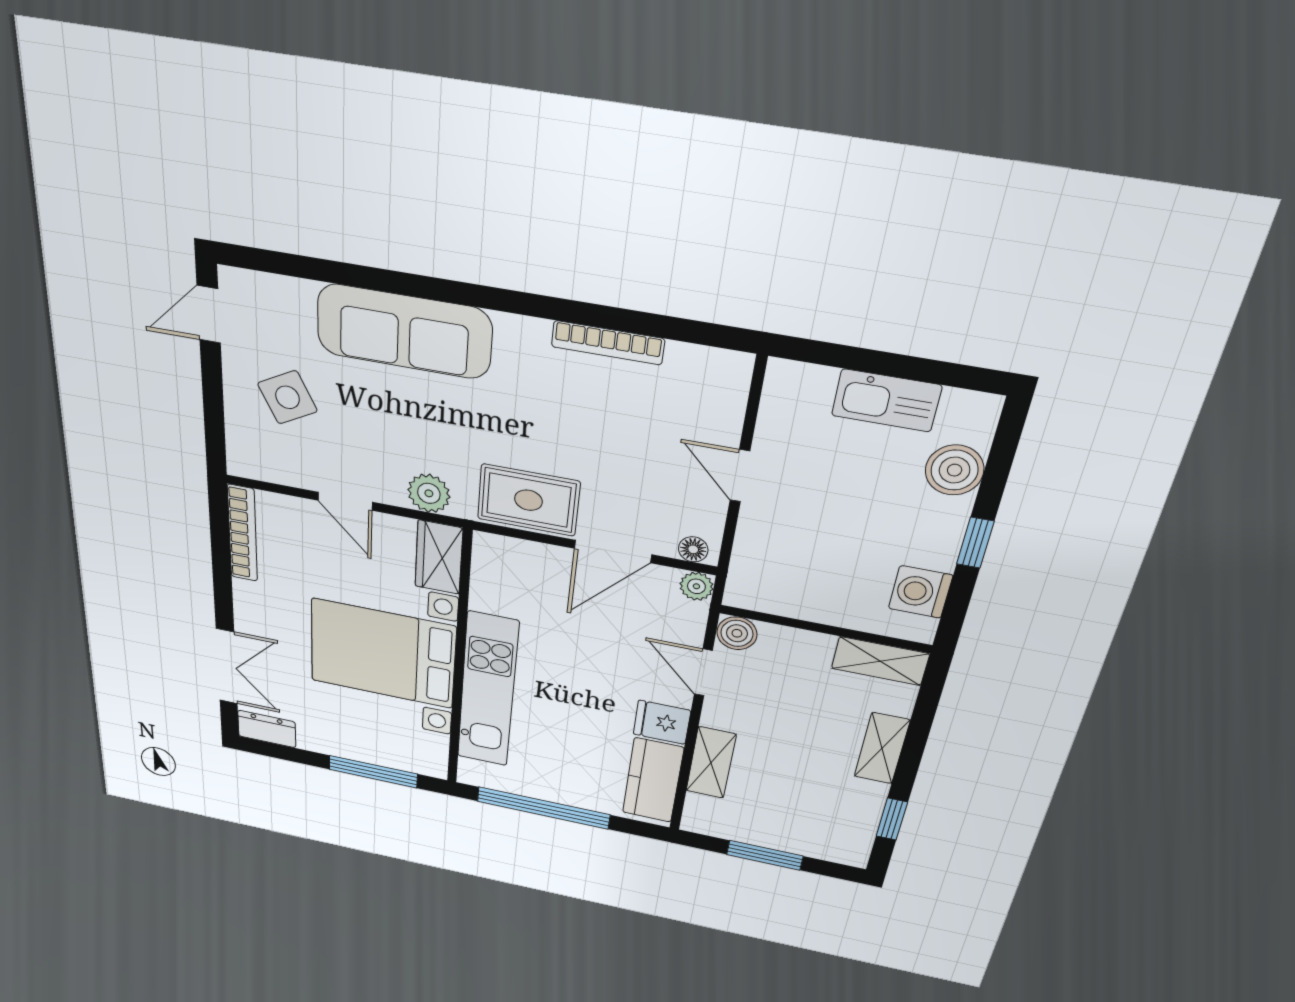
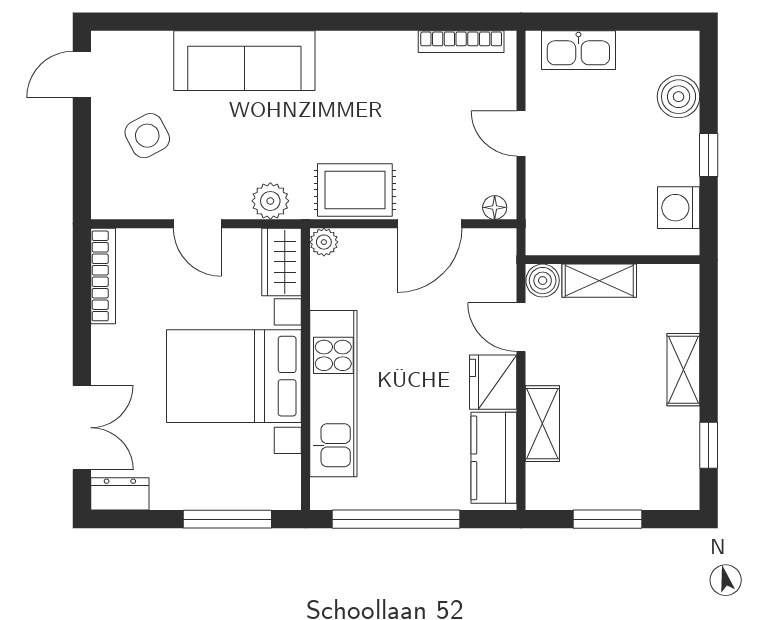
bookcase: (608, 343) -> (461, 42), moved
kitchen sink: (886, 400) -> (578, 50), moved
plant: (696, 586) -> (324, 242), moved
shelving: (880, 661) -> (599, 281), moved
fridge: (662, 722) -> (493, 382), width x1.38

